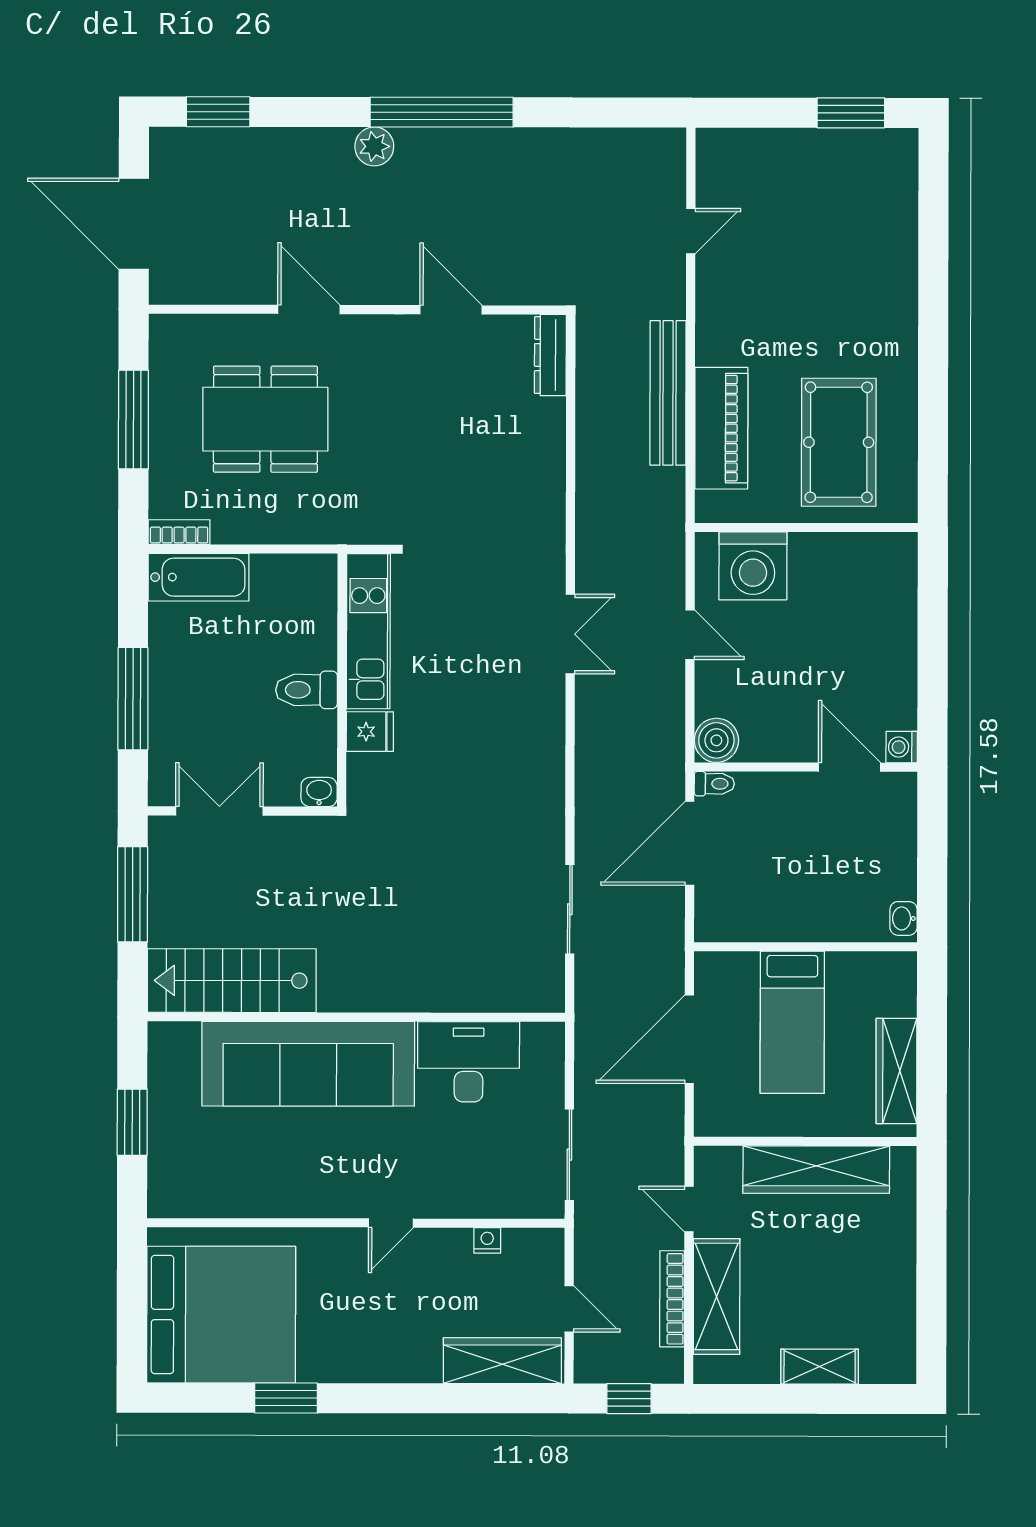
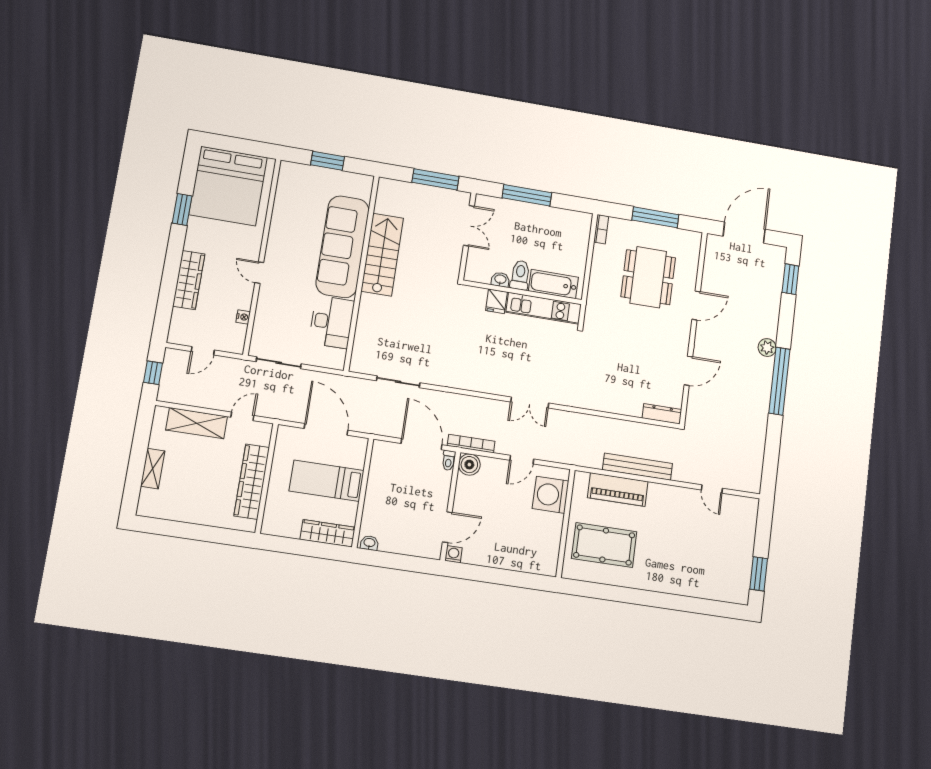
bathtub: (199, 577) -> (553, 284), moved, turned 90
washbasin: (319, 792) -> (500, 280), moved, turned -90
stairs: (232, 981) -> (382, 255), moved
wardrobe: (897, 1071) -> (328, 533), moved
bookcase: (672, 1299) -> (471, 444), moved
wardrobe: (502, 1361) -> (189, 280), moved

